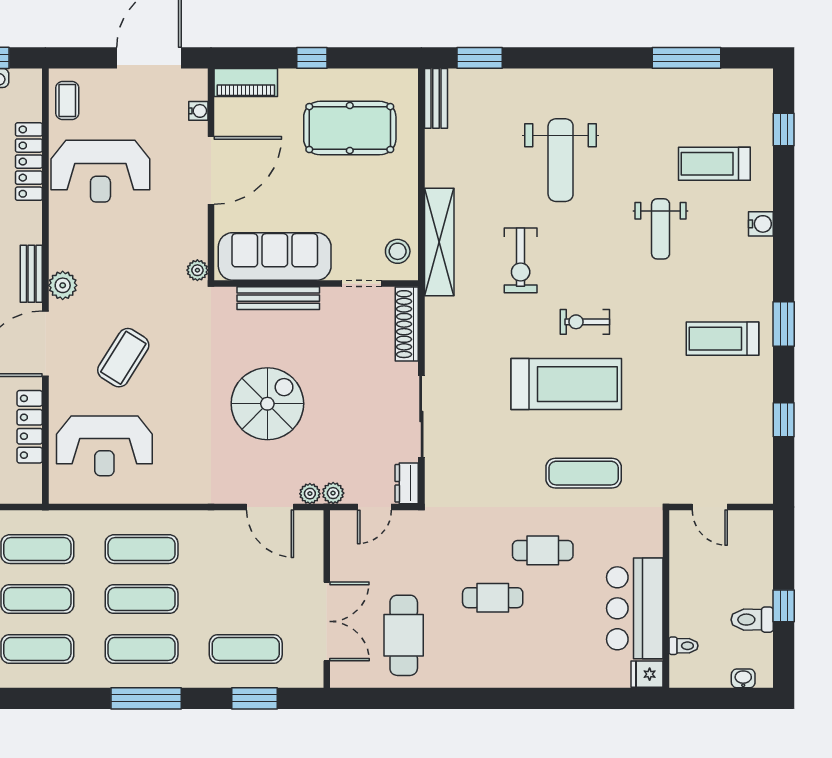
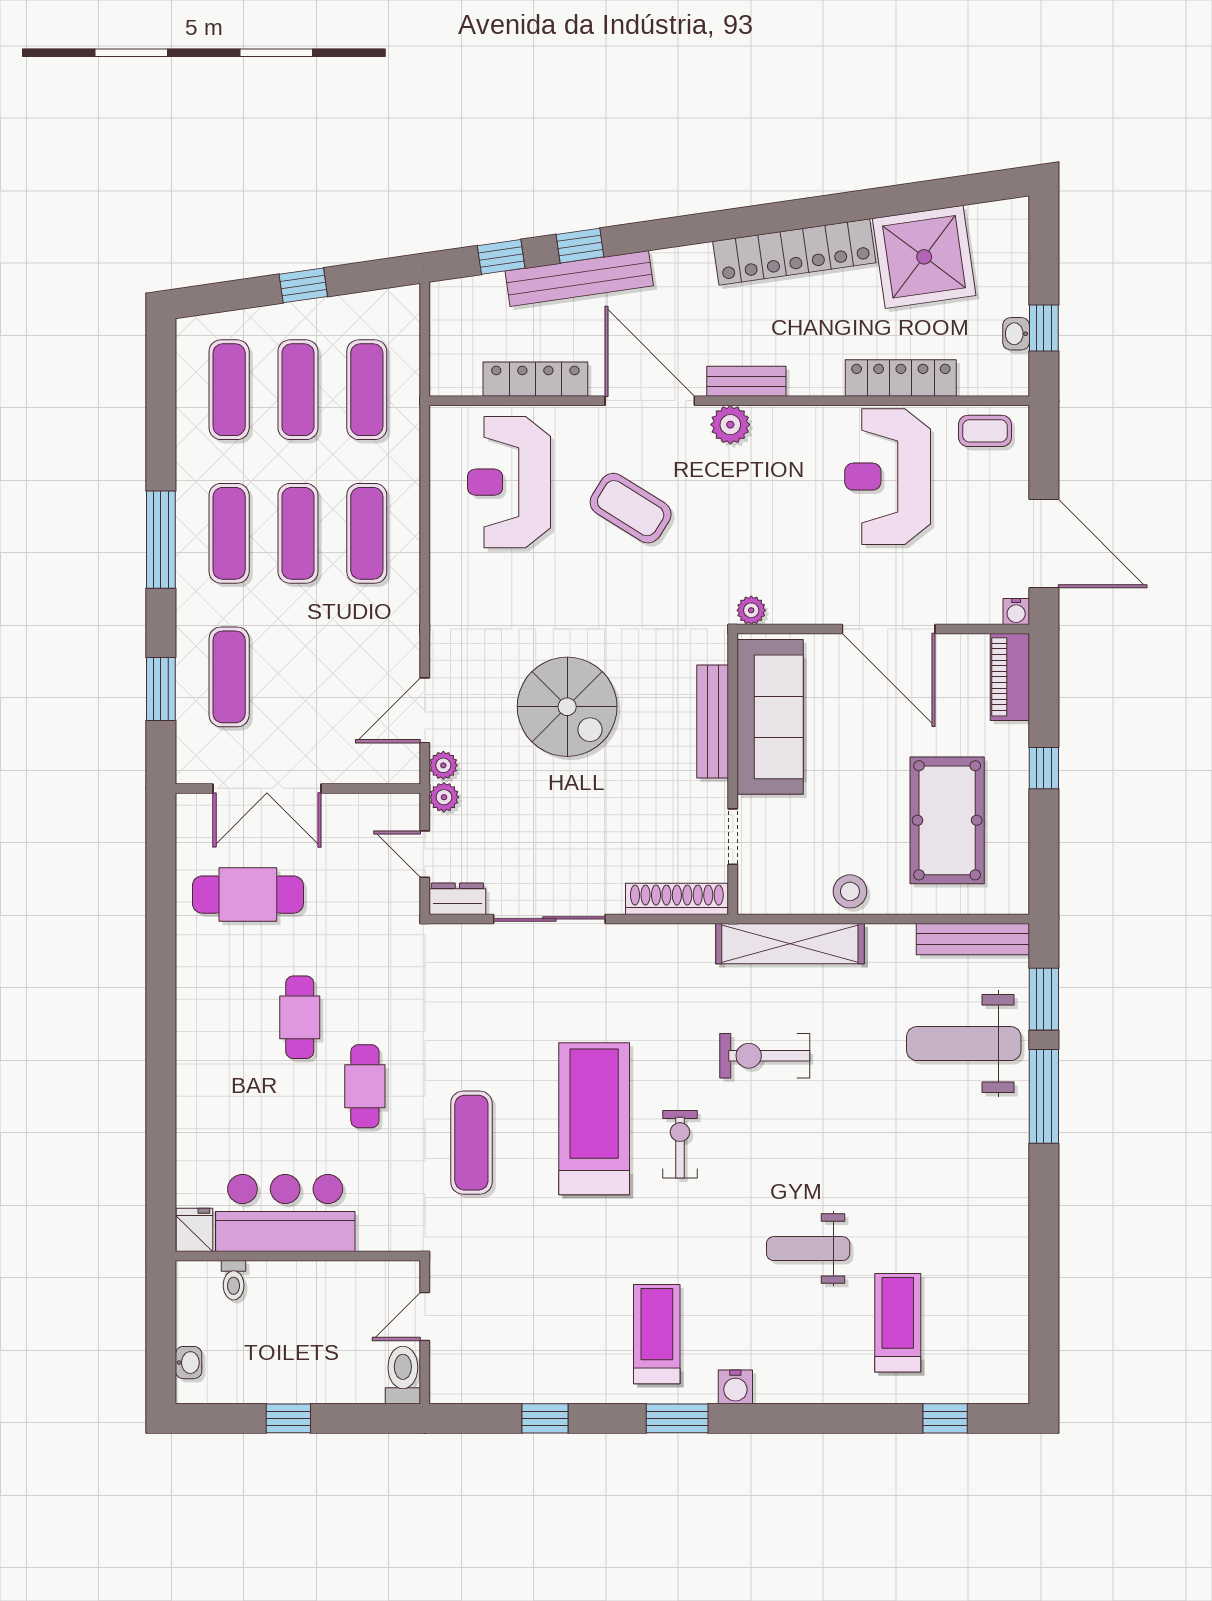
window: (686, 58) -> (1044, 1096), moved
bench: (436, 98) -> (973, 939), width x1.36
water cooler: (198, 111) -> (1016, 612), moved
weight bench: (561, 160) -> (964, 1044), moved
water cooler: (761, 224) -> (735, 1387), moved
stool: (398, 251) -> (850, 891), moved
treadmill: (566, 384) -> (594, 1119), turned 180
toilet: (752, 620) -> (403, 1375), moved

